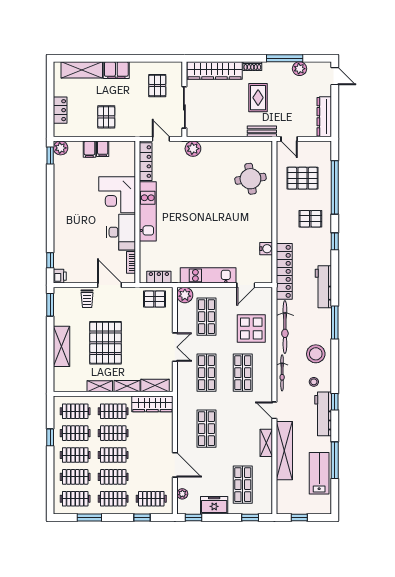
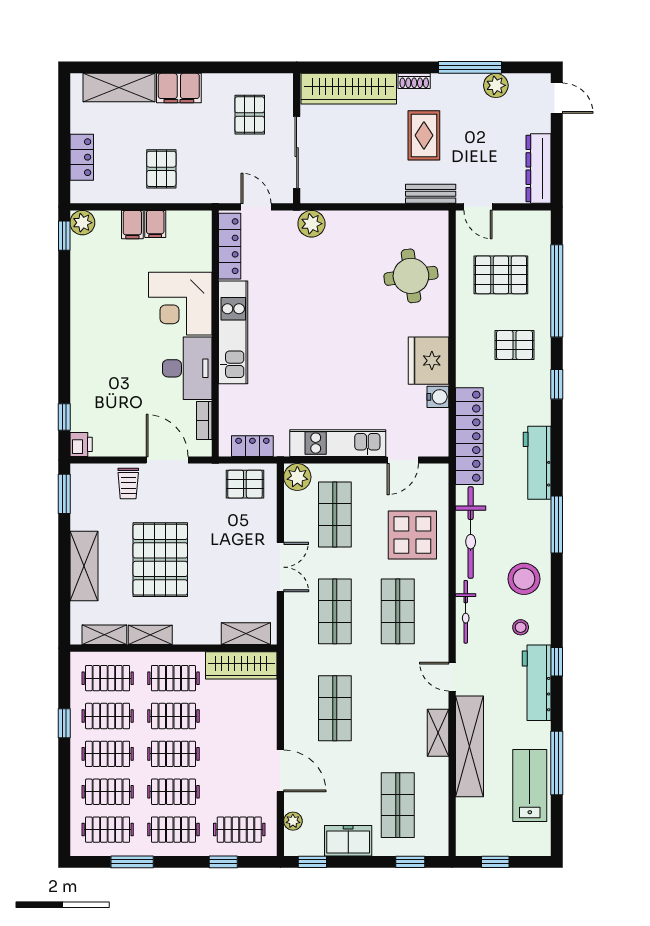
fridge: (261, 228) -> (429, 361), added
shelving: (127, 386) -> (104, 635), moved

